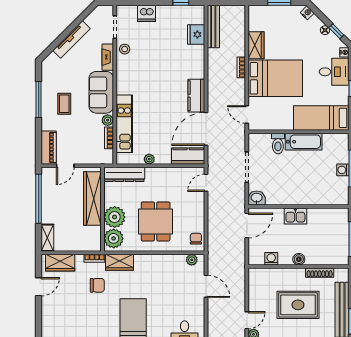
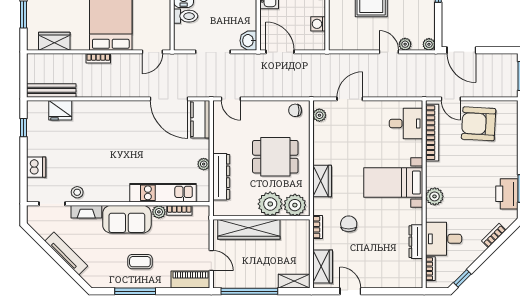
wardrobe: (256, 45) -> (54, 41), moved
kitchen counter: (196, 96) -> (131, 110), removed
dresser: (124, 174) -> (221, 177), moved
wardrobe: (119, 262) -> (322, 181), moved

